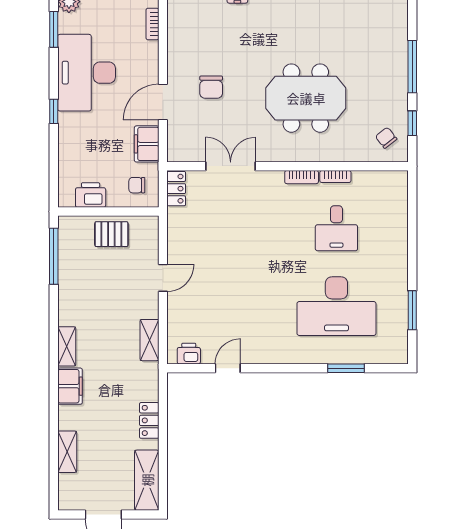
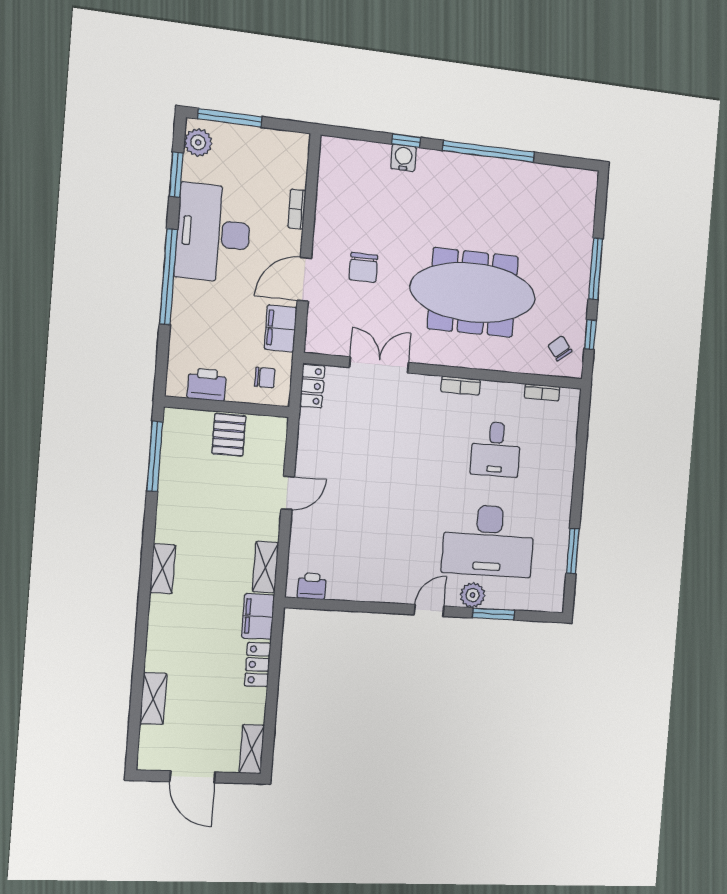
bookcase: (152, 24) -> (297, 209), moved
meeting table: (306, 98) -> (473, 292), width x1.36
window: (54, 111) -> (168, 277), width x3.17
bookcase: (335, 177) -> (542, 392), moved
chair: (137, 185) -> (265, 378), turned 180
pallet: (111, 234) -> (229, 435), turned 90
plant: (326, 353) -> (473, 595), added
door: (228, 368) -> (429, 610), moved
filing cabinet: (70, 386) -> (258, 616), moved, turned 180
shelving: (147, 480) -> (252, 749), width x0.67, depth x0.75

